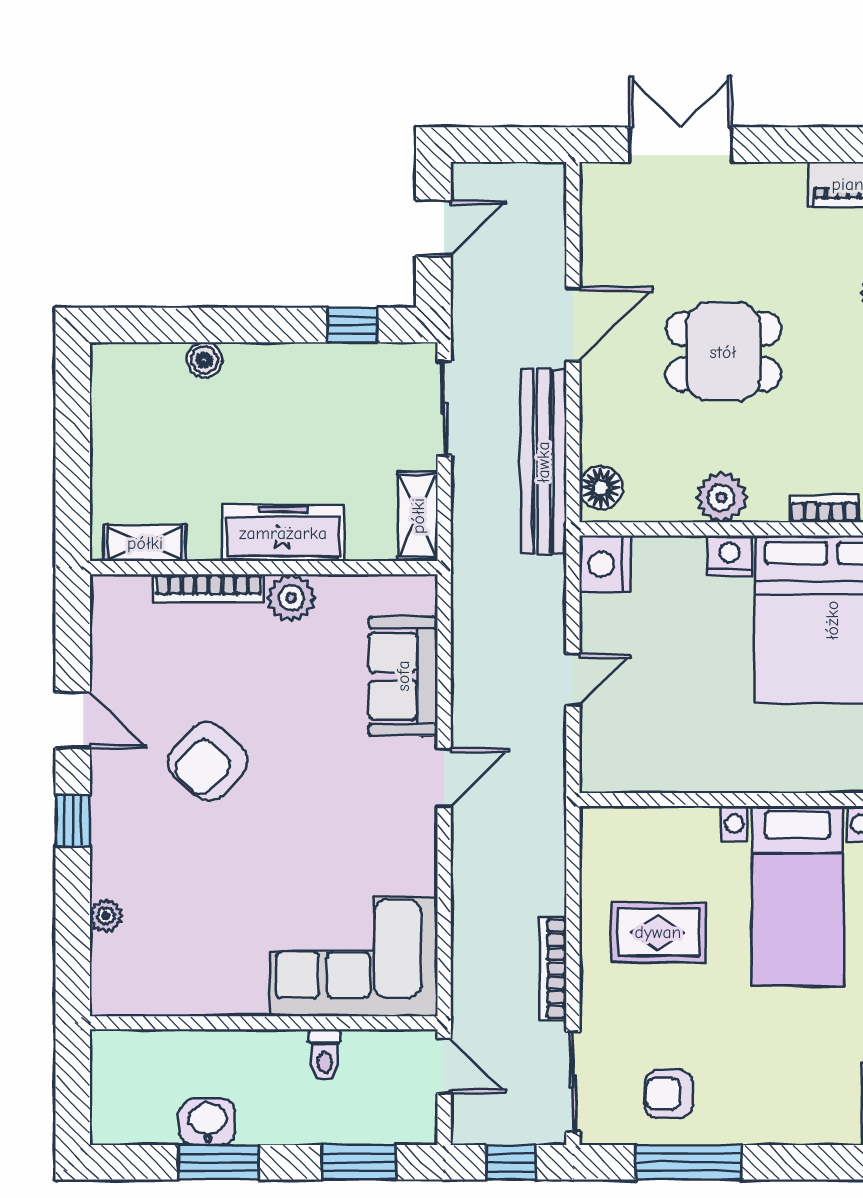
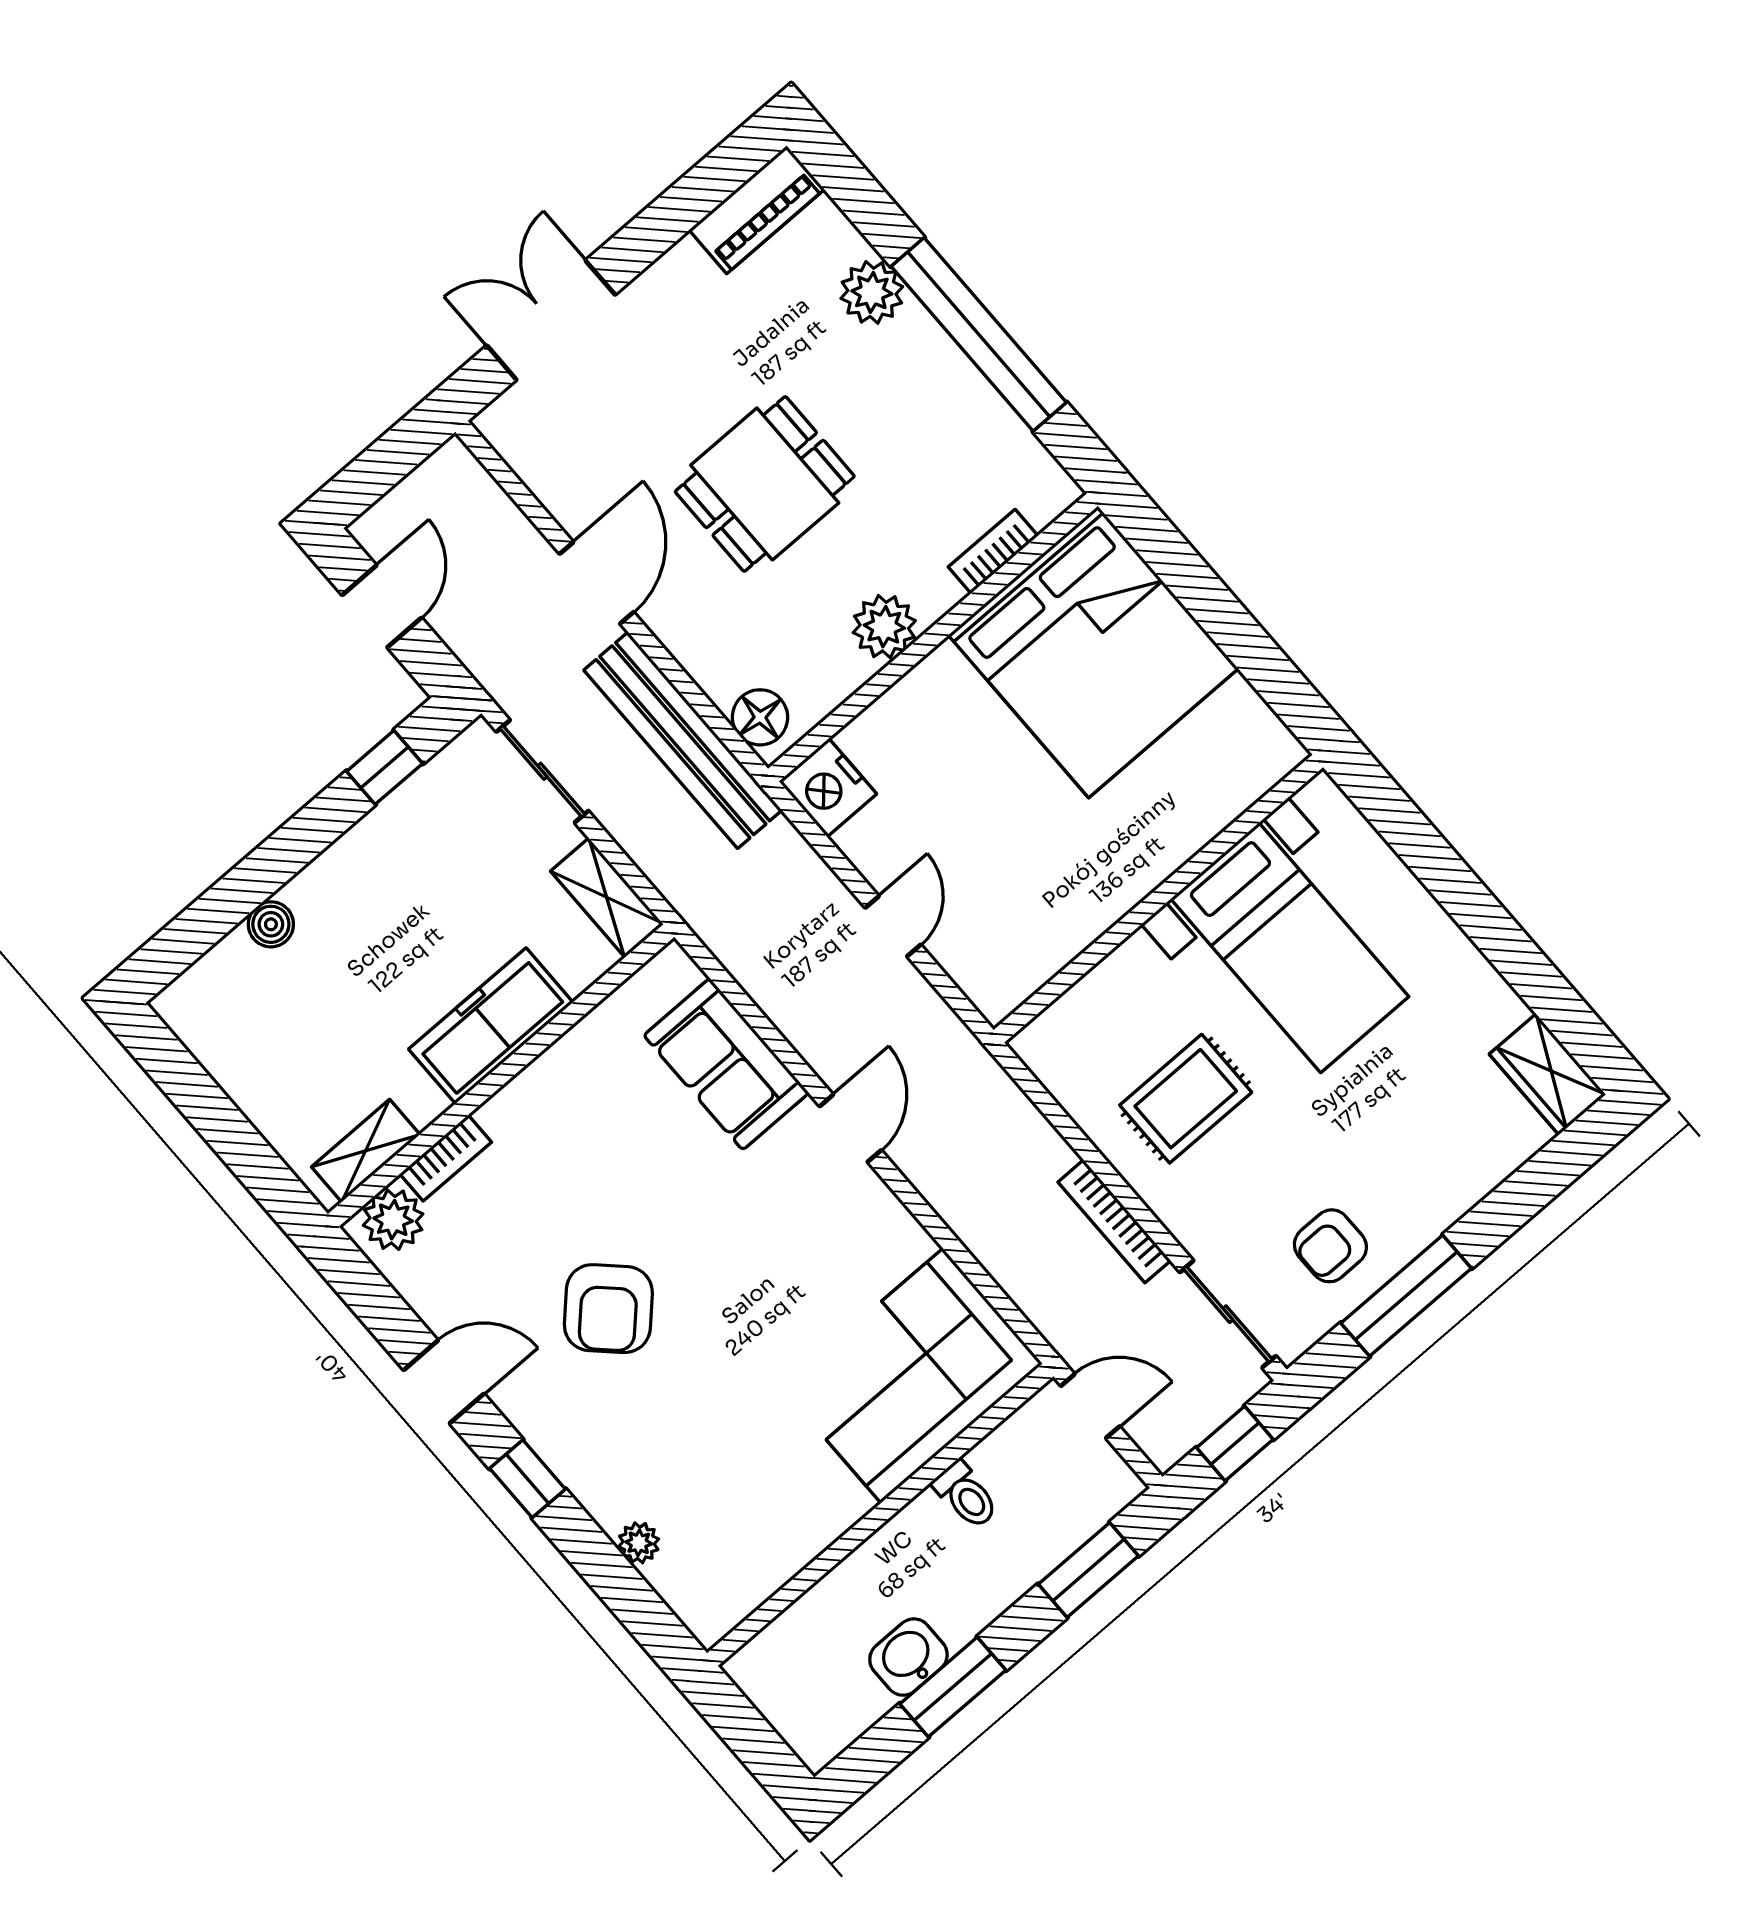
nightstand: (729, 556) -> (941, 676), removed
bookcase: (208, 588) -> (446, 1158), width x0.64
plant: (291, 598) -> (393, 1220), moved

